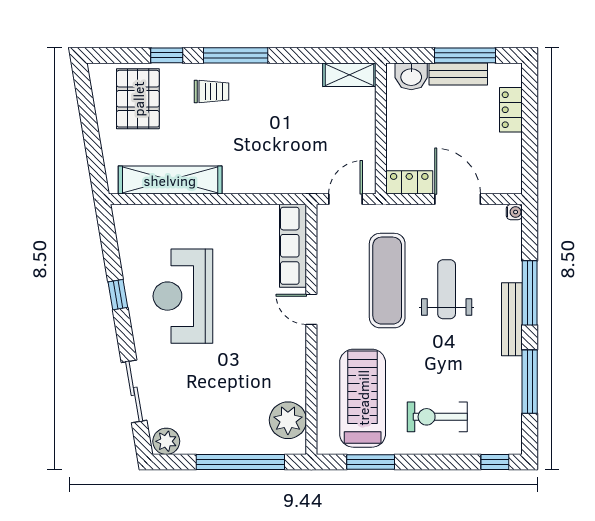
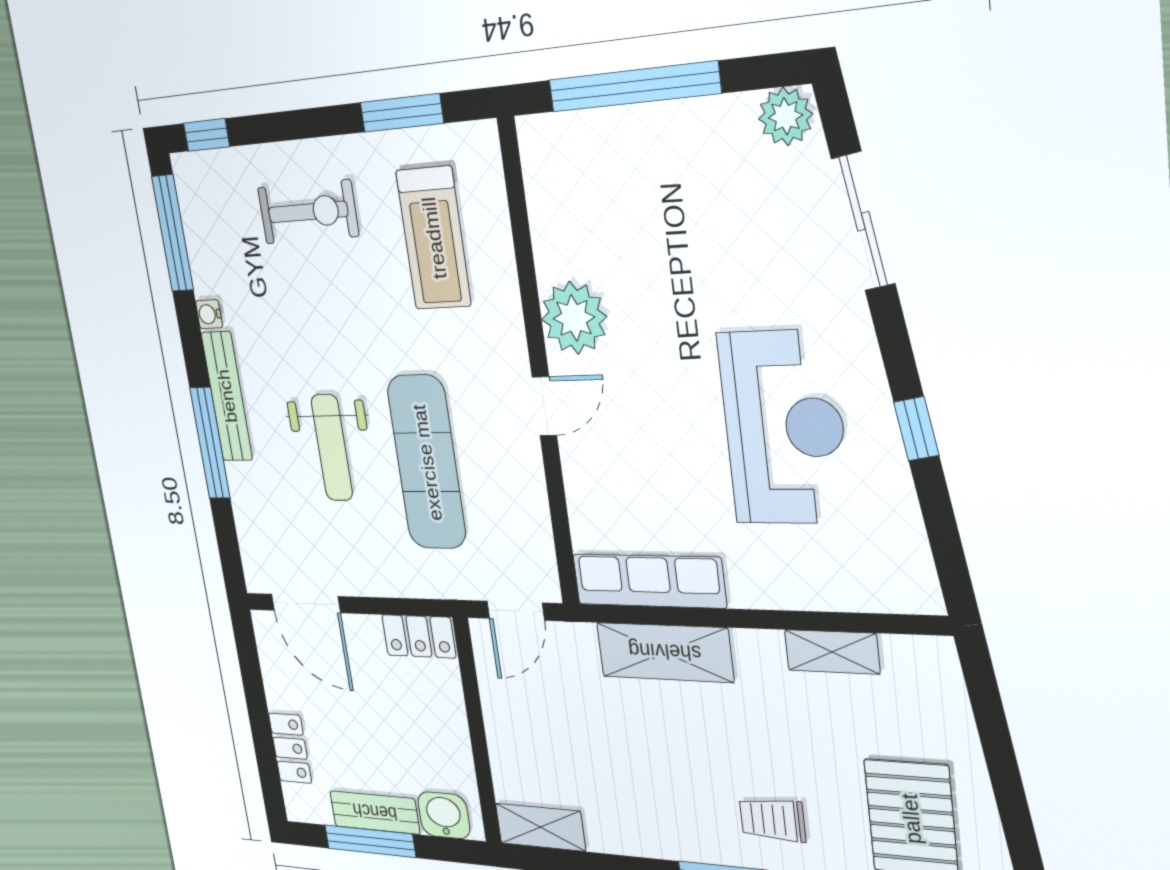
shelving: (261, 179) -> (665, 652), added
shelving: (170, 180) -> (832, 652), width x0.45, depth x0.75
door: (458, 199) -> (306, 603), moved
water cooler: (514, 212) -> (209, 314), moved
row of seats: (293, 246) -> (649, 581), moved, turned -90
door: (311, 309) -> (544, 406), hinge flipped
window: (530, 382) -> (173, 233), moved
treadmill: (363, 398) -> (434, 238), width x0.73, depth x0.73
plant: (288, 420) -> (574, 318), moved

